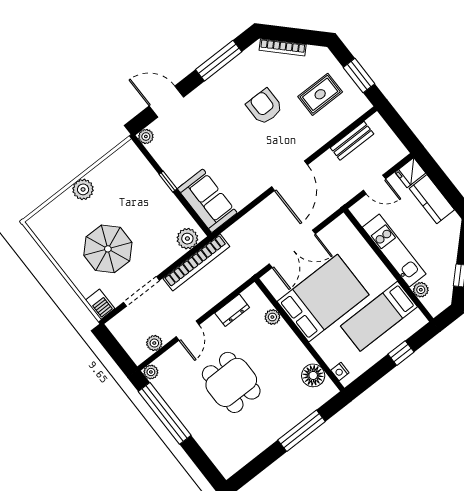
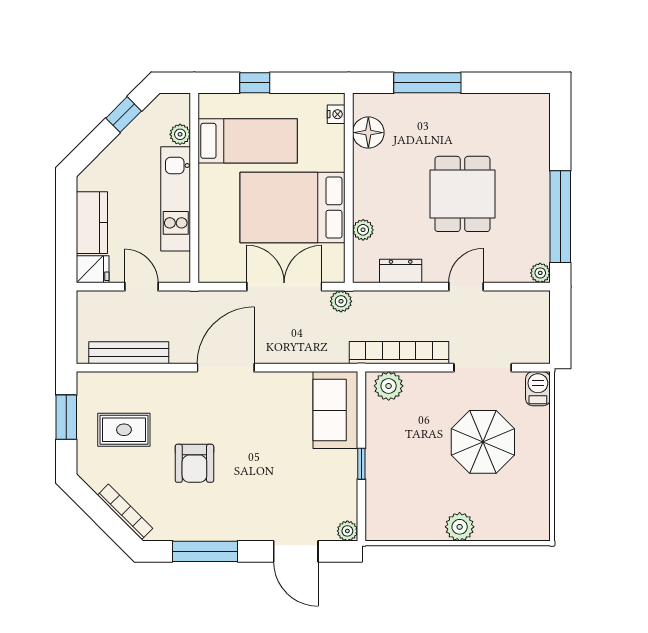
bench: (352, 141) -> (129, 353), width x1.36
plant: (154, 343) -> (341, 301), moved

